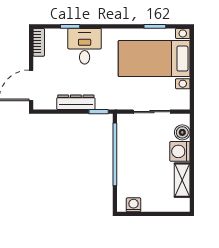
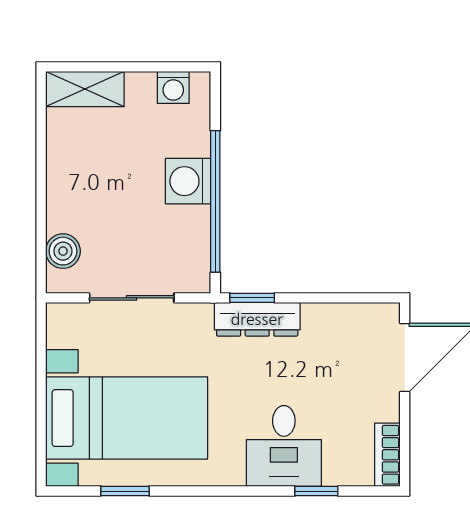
dresser: (76, 102) -> (257, 319), moved
washing machine: (180, 151) -> (188, 181), moved, turned 180
shelving: (182, 180) -> (85, 89), moved, turned 90

